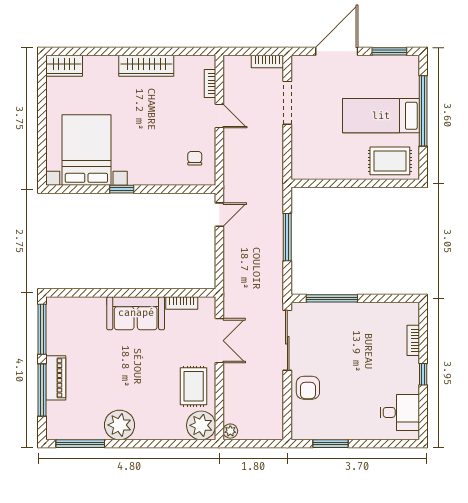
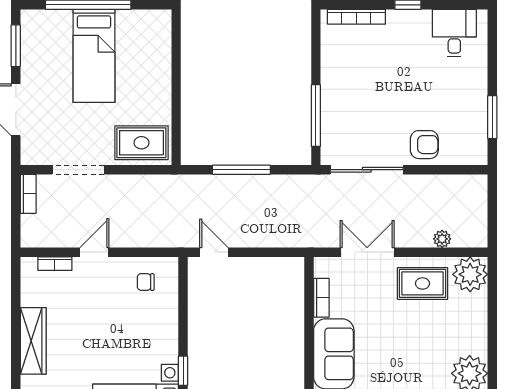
rug: (390, 161) -> (141, 143), moved, turned 90
bookcase: (413, 340) -> (356, 17), width x1.56
plant: (230, 431) -> (442, 239), moved

